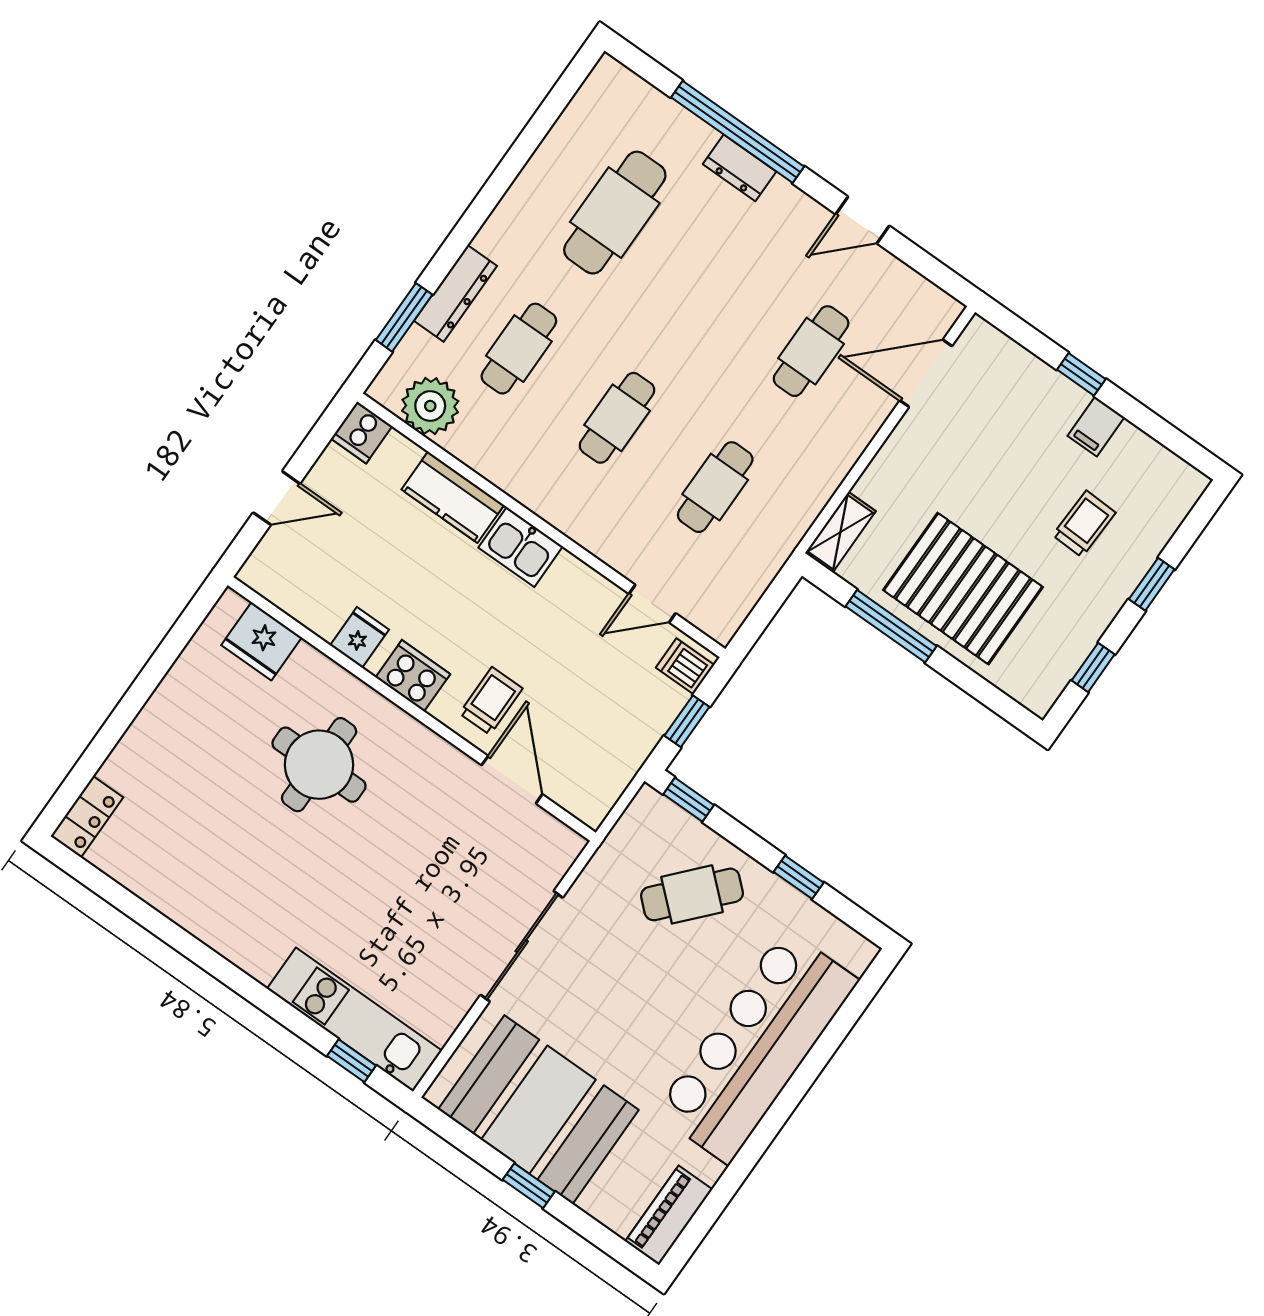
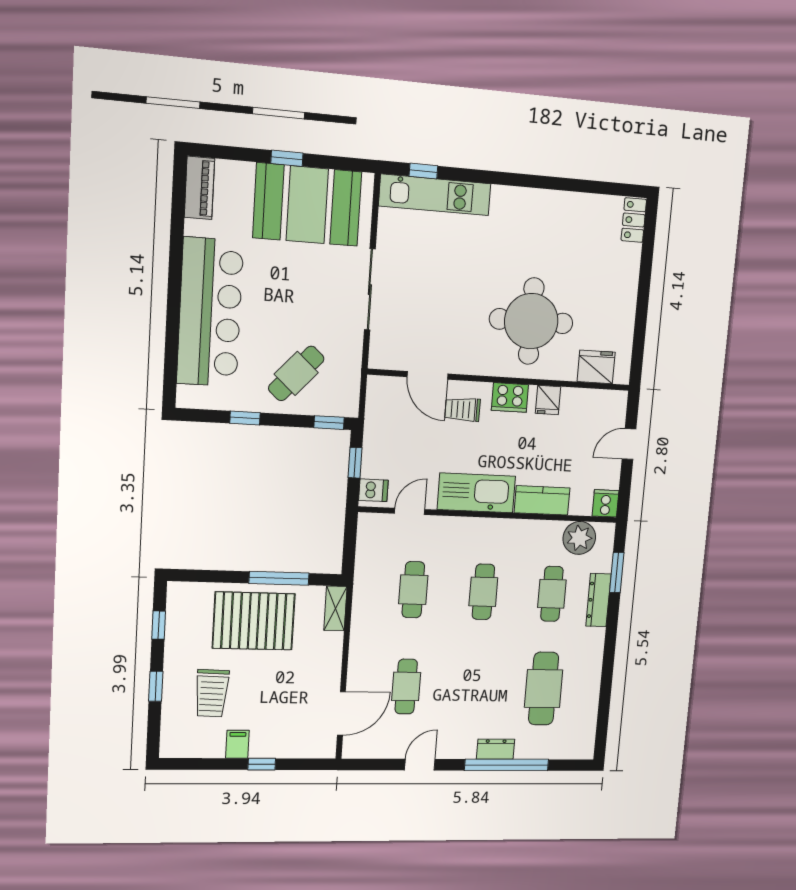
trolley: (1084, 524) -> (212, 693), width x1.36, depth x1.39
kitchen sink: (521, 547) -> (476, 493), width x1.87, depth x1.24
trolley: (491, 701) -> (463, 410), turned 90
round table: (319, 765) -> (531, 321), width x1.36, depth x1.36

